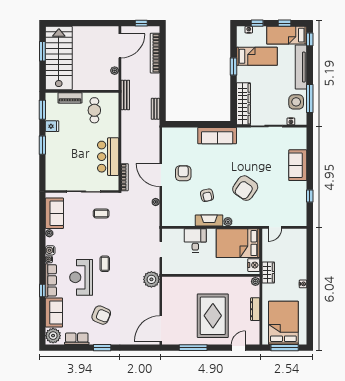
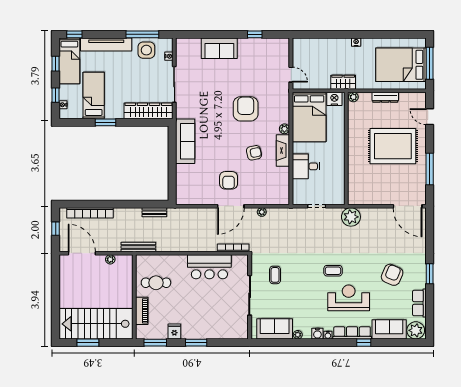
armchair: (183, 173) -> (229, 180), turned -90
armchair: (245, 188) -> (246, 109), turned -125
reception desk: (81, 277) -> (349, 298), turned 180

